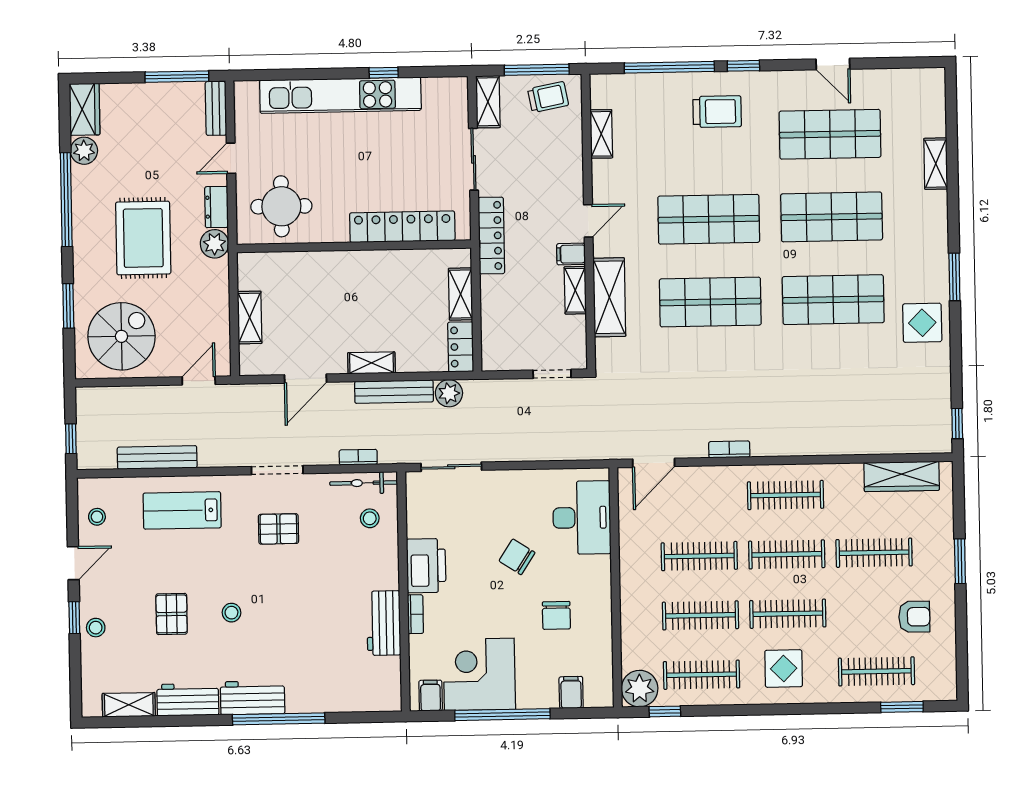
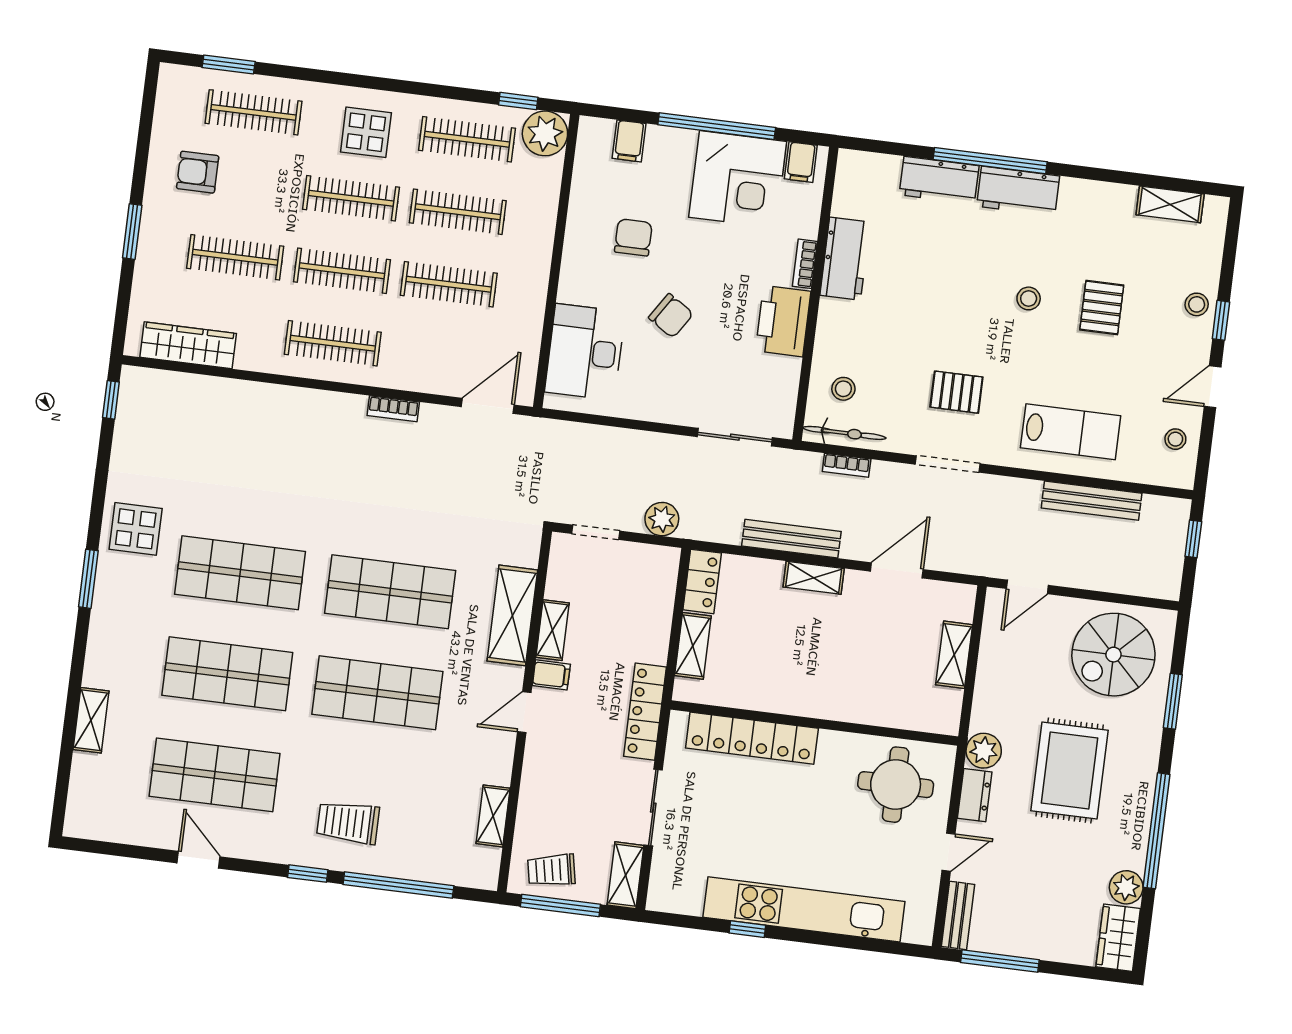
plant: (449, 393) -> (662, 519), moved
workbench: (188, 700) -> (939, 180), moved

